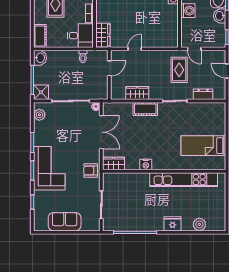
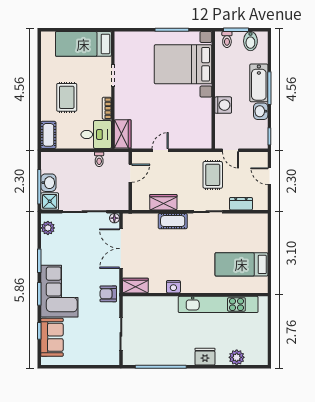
washbasin: (40, 58) -> (48, 183), moved
double door: (101, 132) -> (121, 249), swing flipped
sofa: (65, 222) -> (52, 337), moved, turned 90

